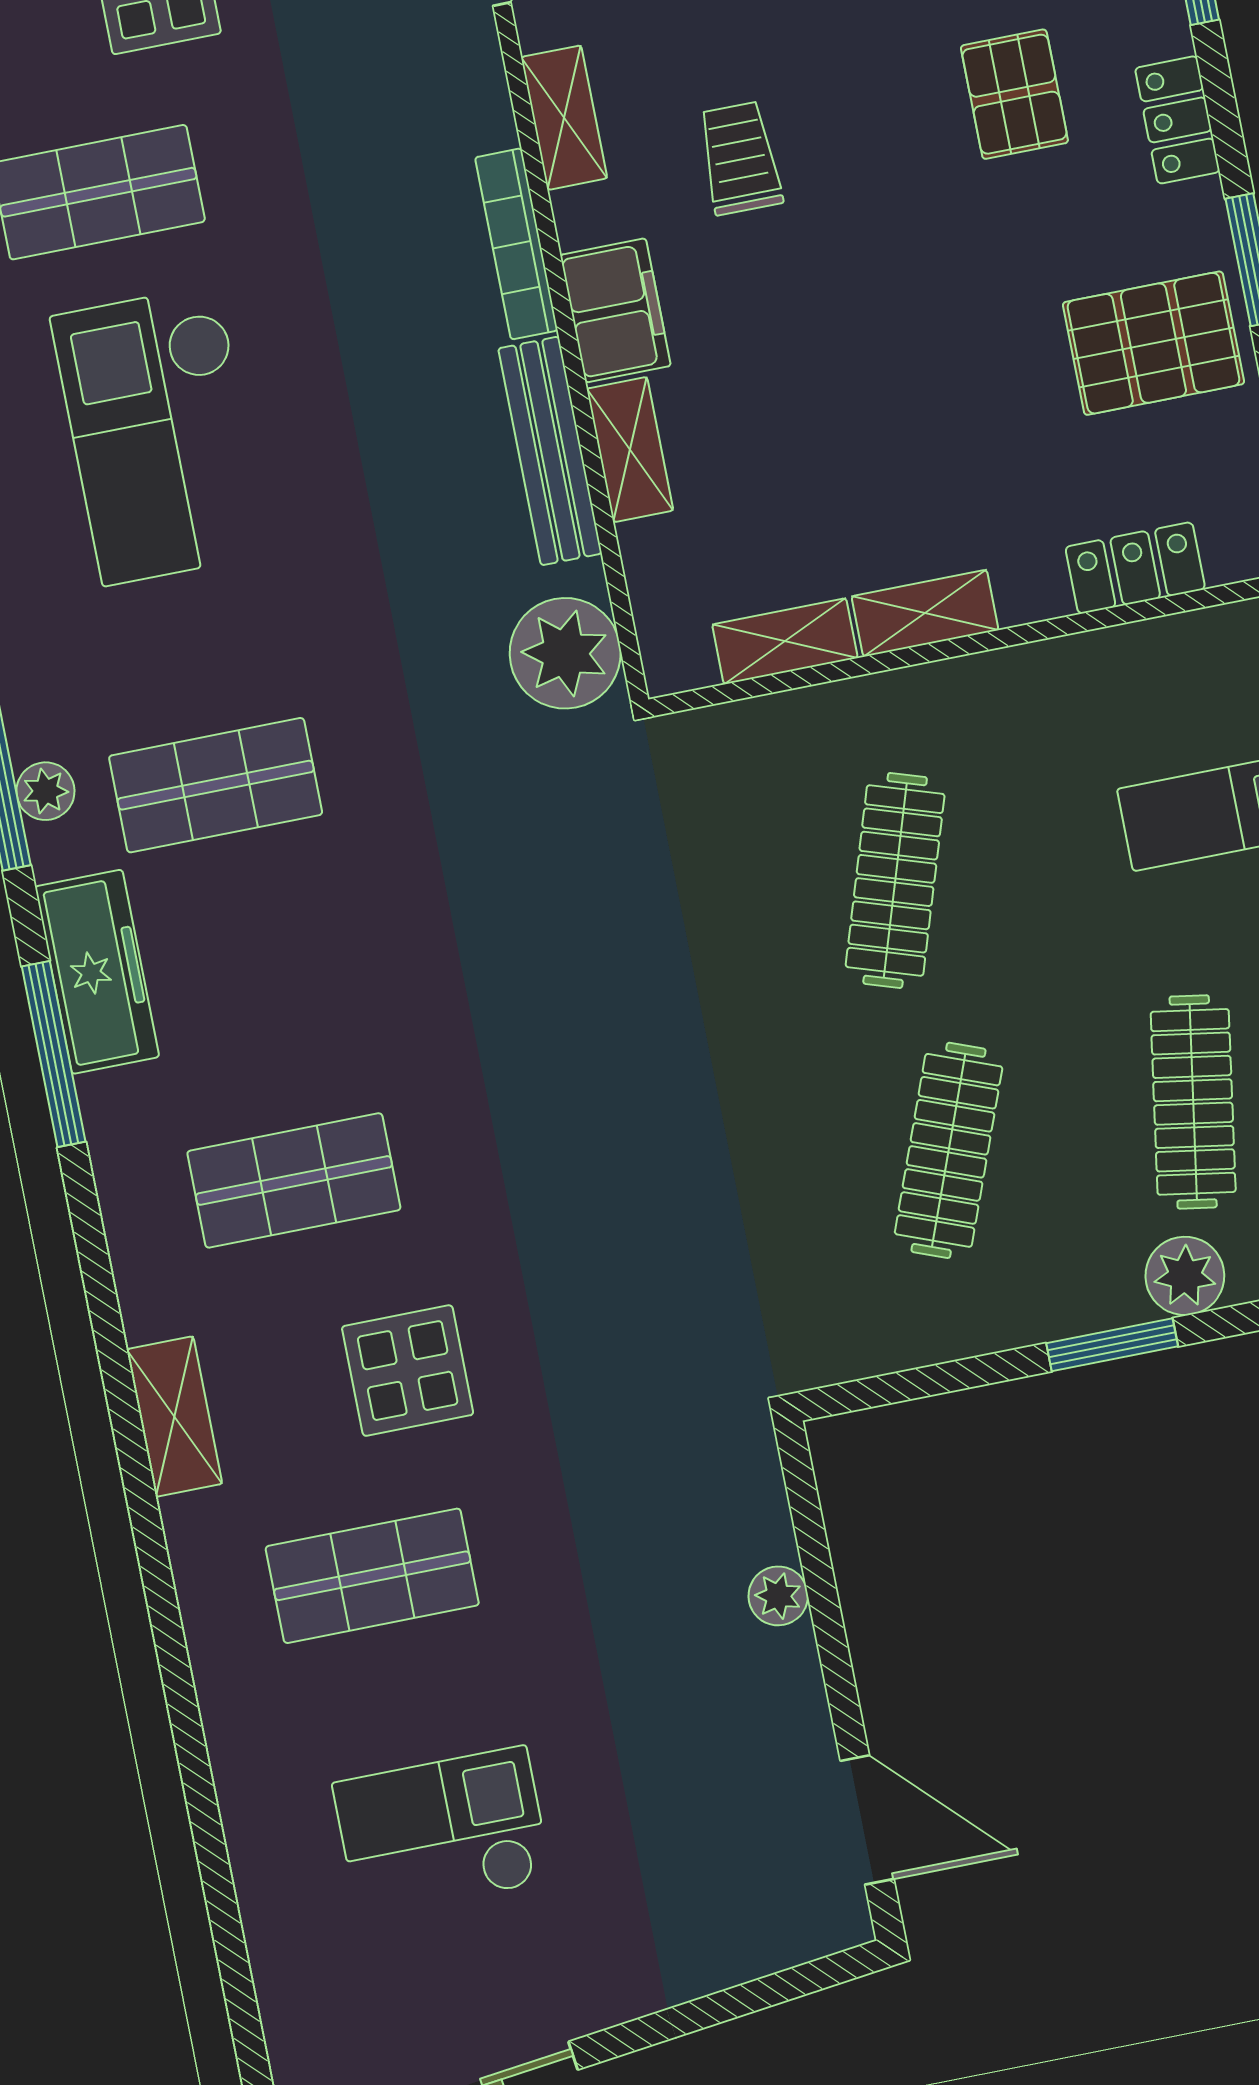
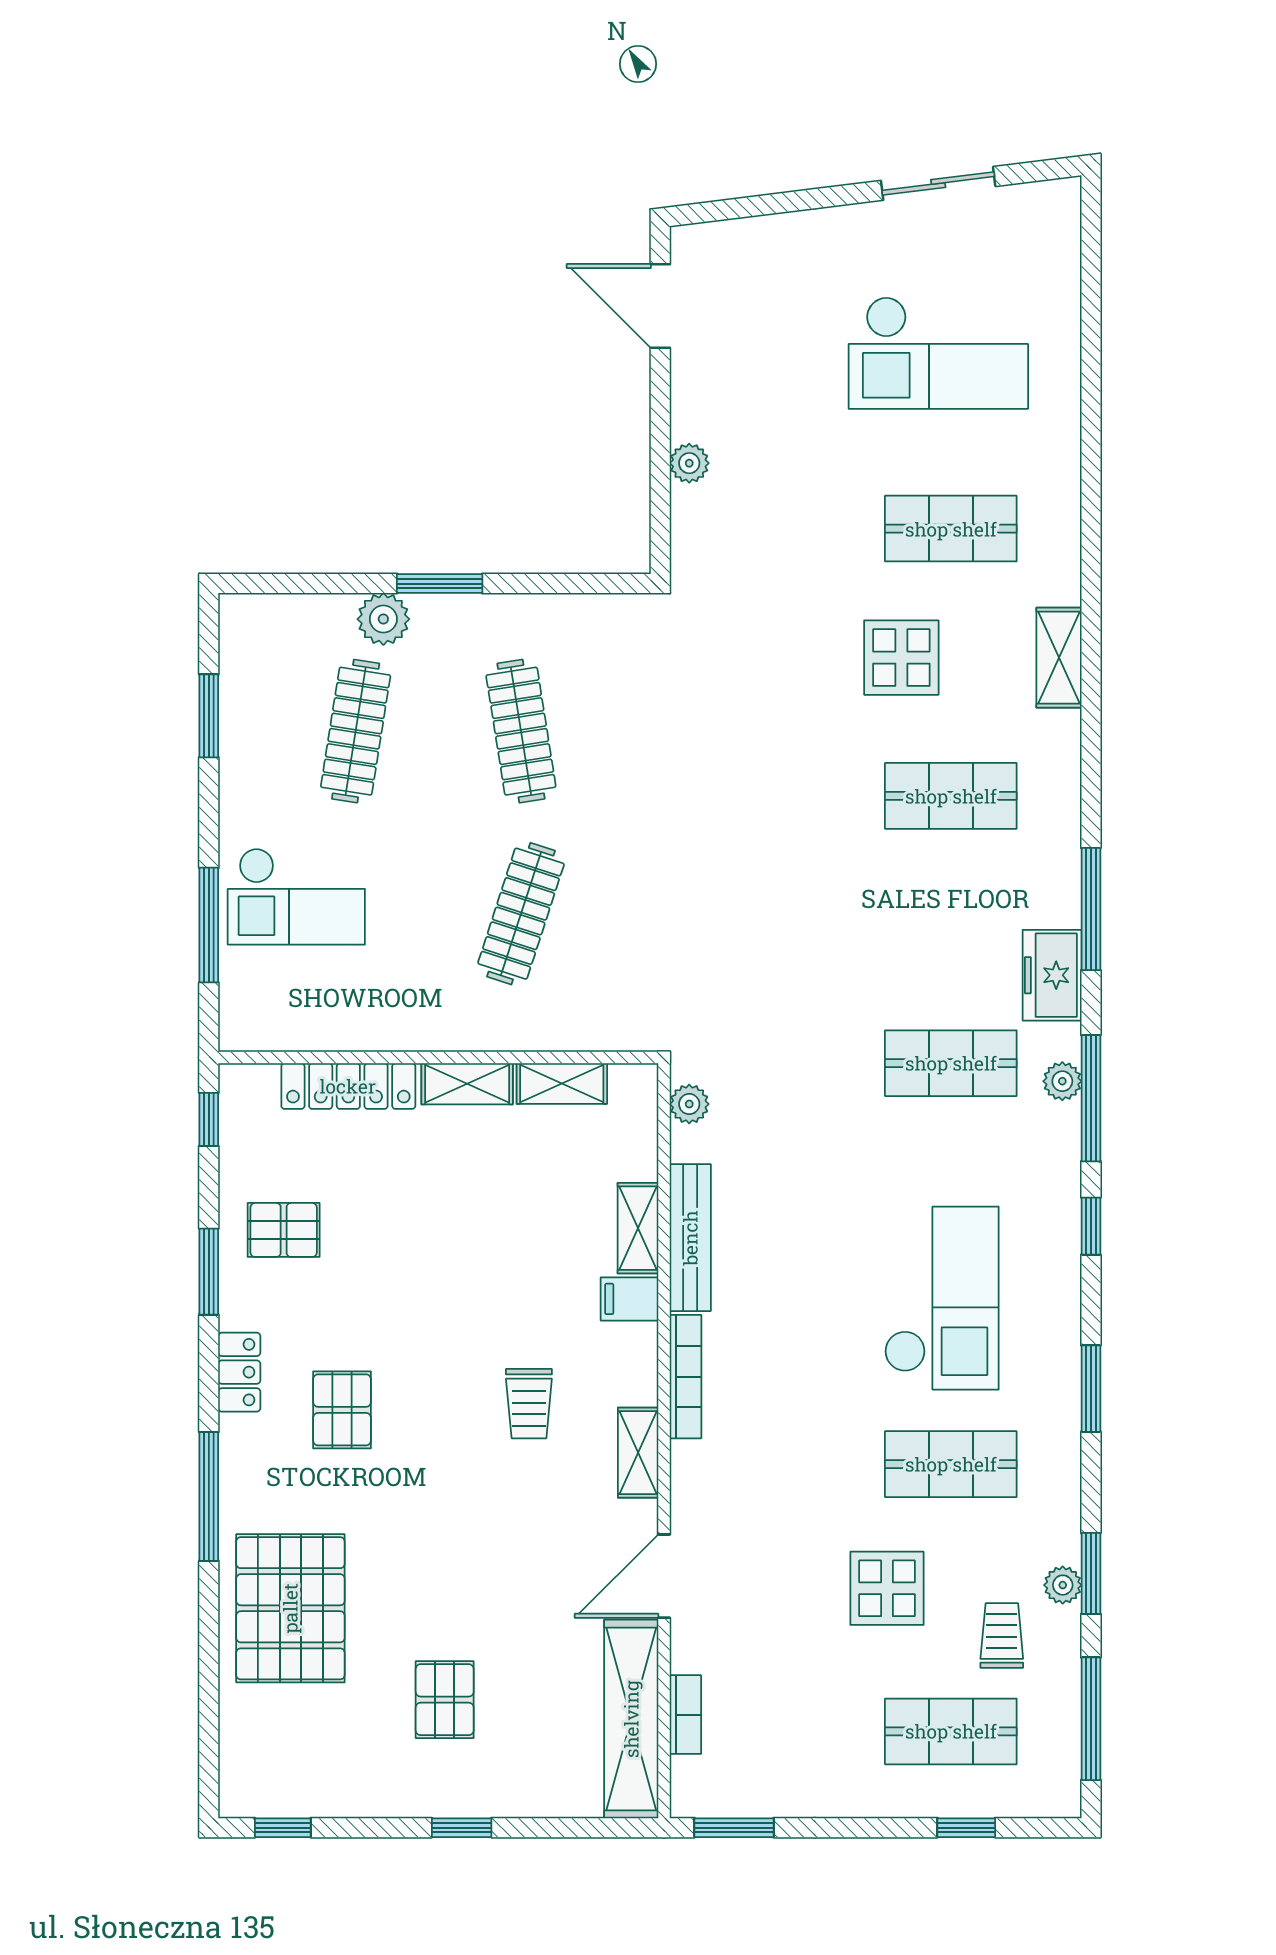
filing cabinet: (616, 310) -> (629, 1299), width x0.50
pallet: (1153, 343) -> (284, 1230), width x0.67, depth x0.71
locker: (1135, 568) -> (348, 1086), width x1.53
plant: (565, 653) -> (689, 1104), width x0.53, depth x0.53
freezer: (97, 972) -> (1052, 975), width x0.71
clothes rail: (949, 1150) -> (521, 731), turned -30
checkout: (442, 1832) -> (938, 353), width x1.36, depth x1.21

